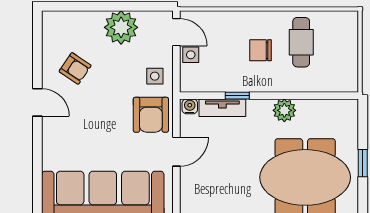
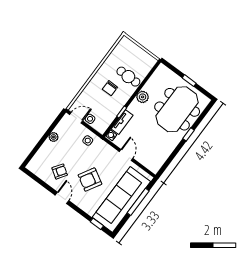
plant: (121, 27) -> (53, 137), width x0.53, depth x0.53
cafe table: (301, 42) -> (128, 77), moved
door: (37, 102) -> (62, 198), hinge flipped
armchair: (151, 115) -> (90, 180), moved, turned 120
window: (37, 185) -> (97, 224), added

